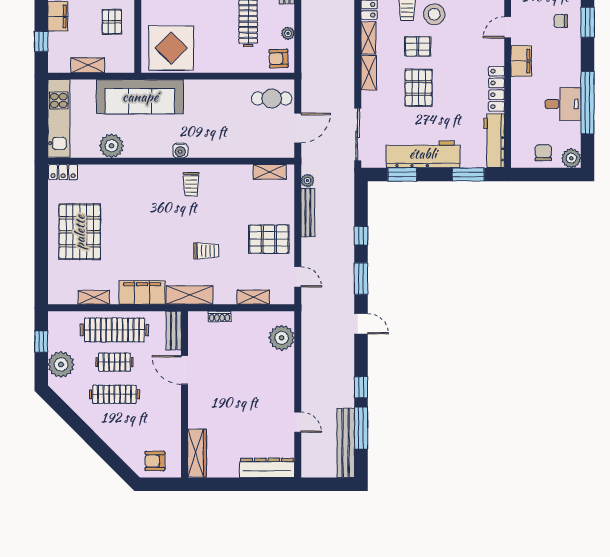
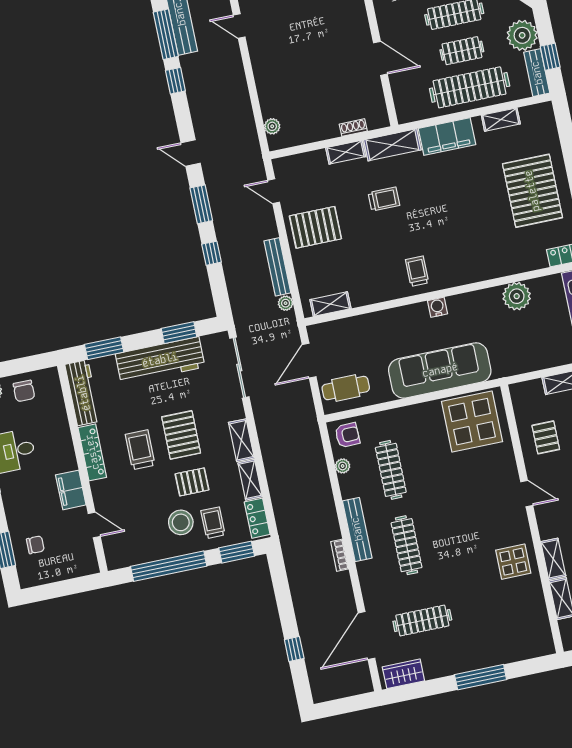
door: (508, 27) -> (94, 525), hinge flipped
trolley: (456, 83) -> (140, 450), added
sofa: (140, 97) -> (440, 370), moved
trolley: (206, 251) -> (384, 199), turned 180
shelving: (253, 297) -> (346, 152), moved
bench: (174, 331) -> (537, 73), moved
plant: (282, 338) -> (272, 126), width x0.53, depth x0.53

